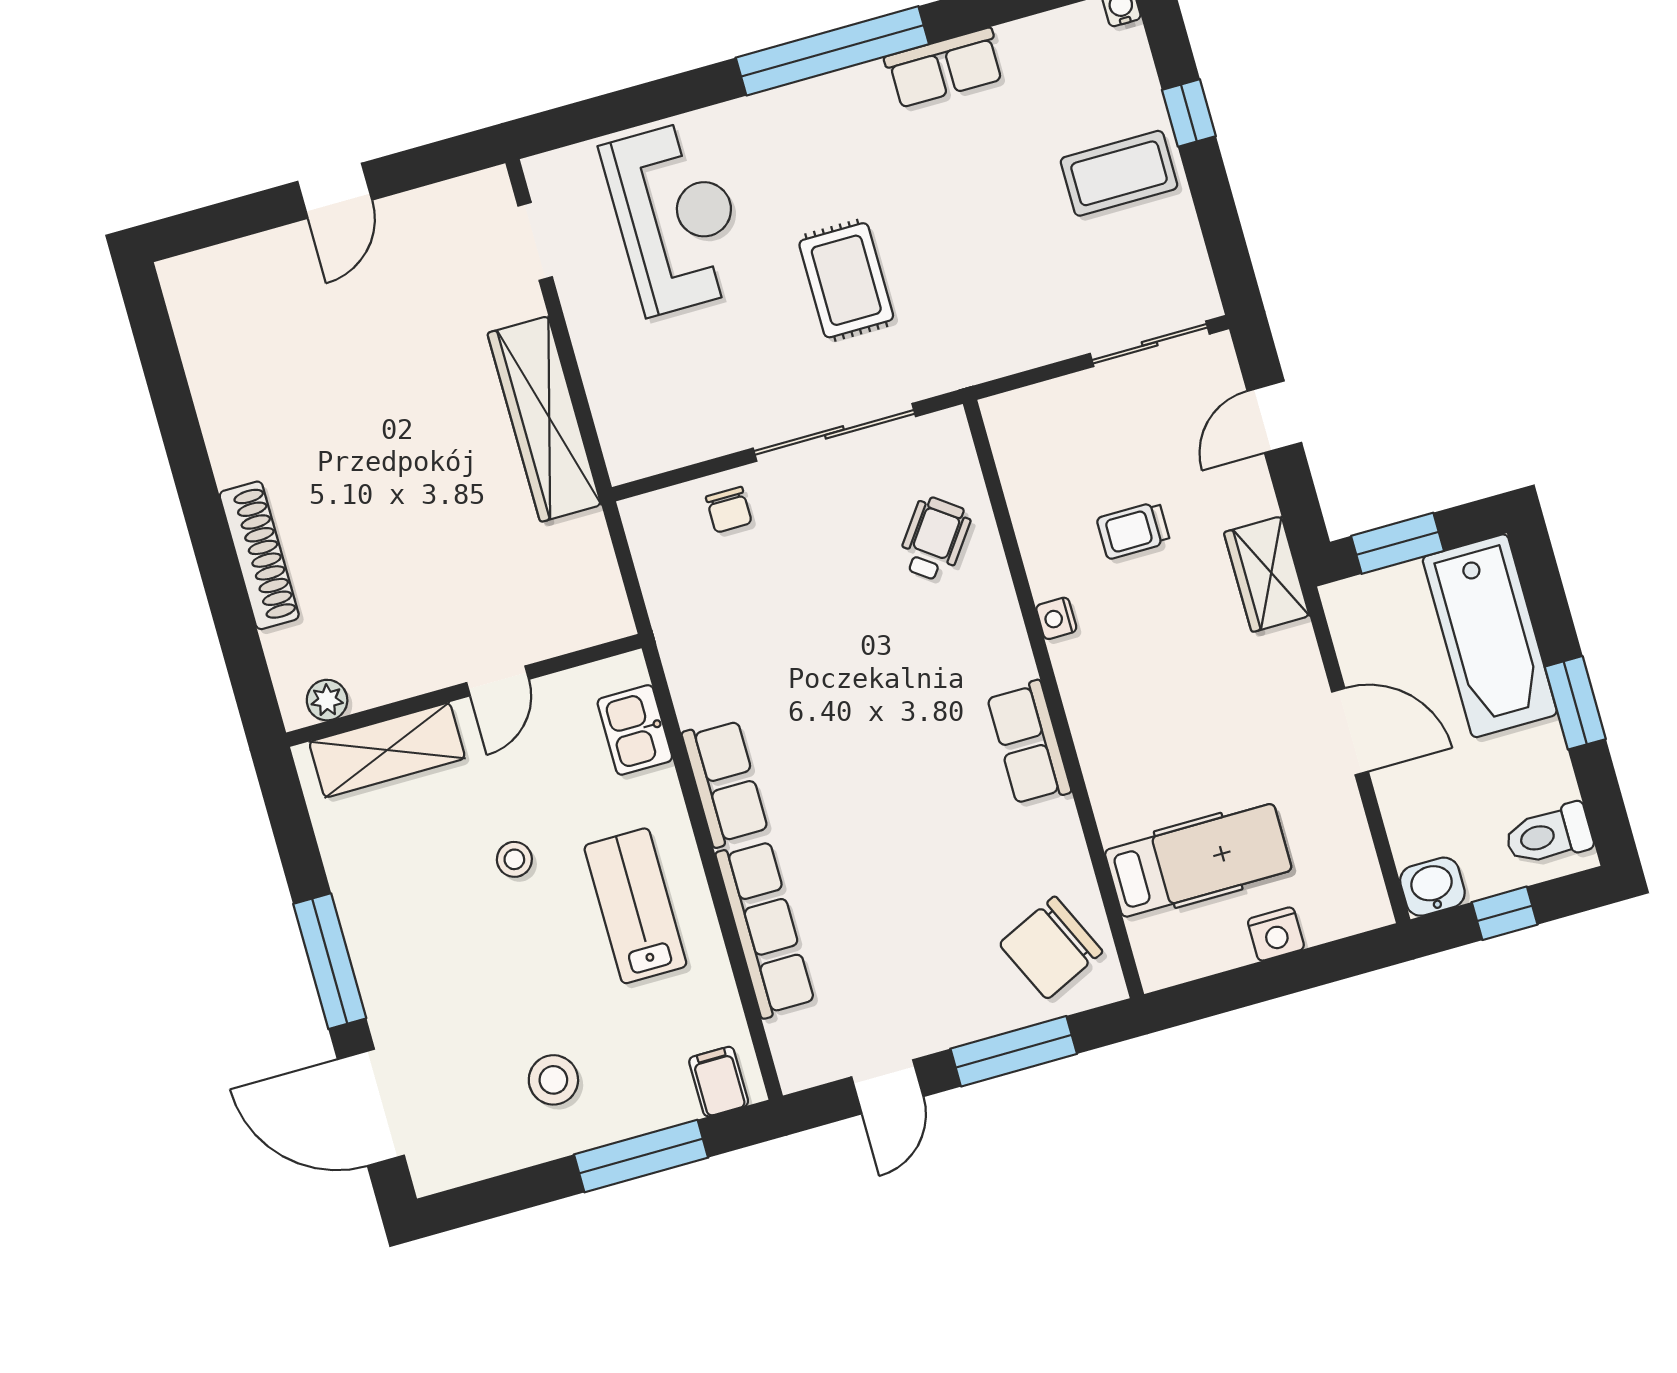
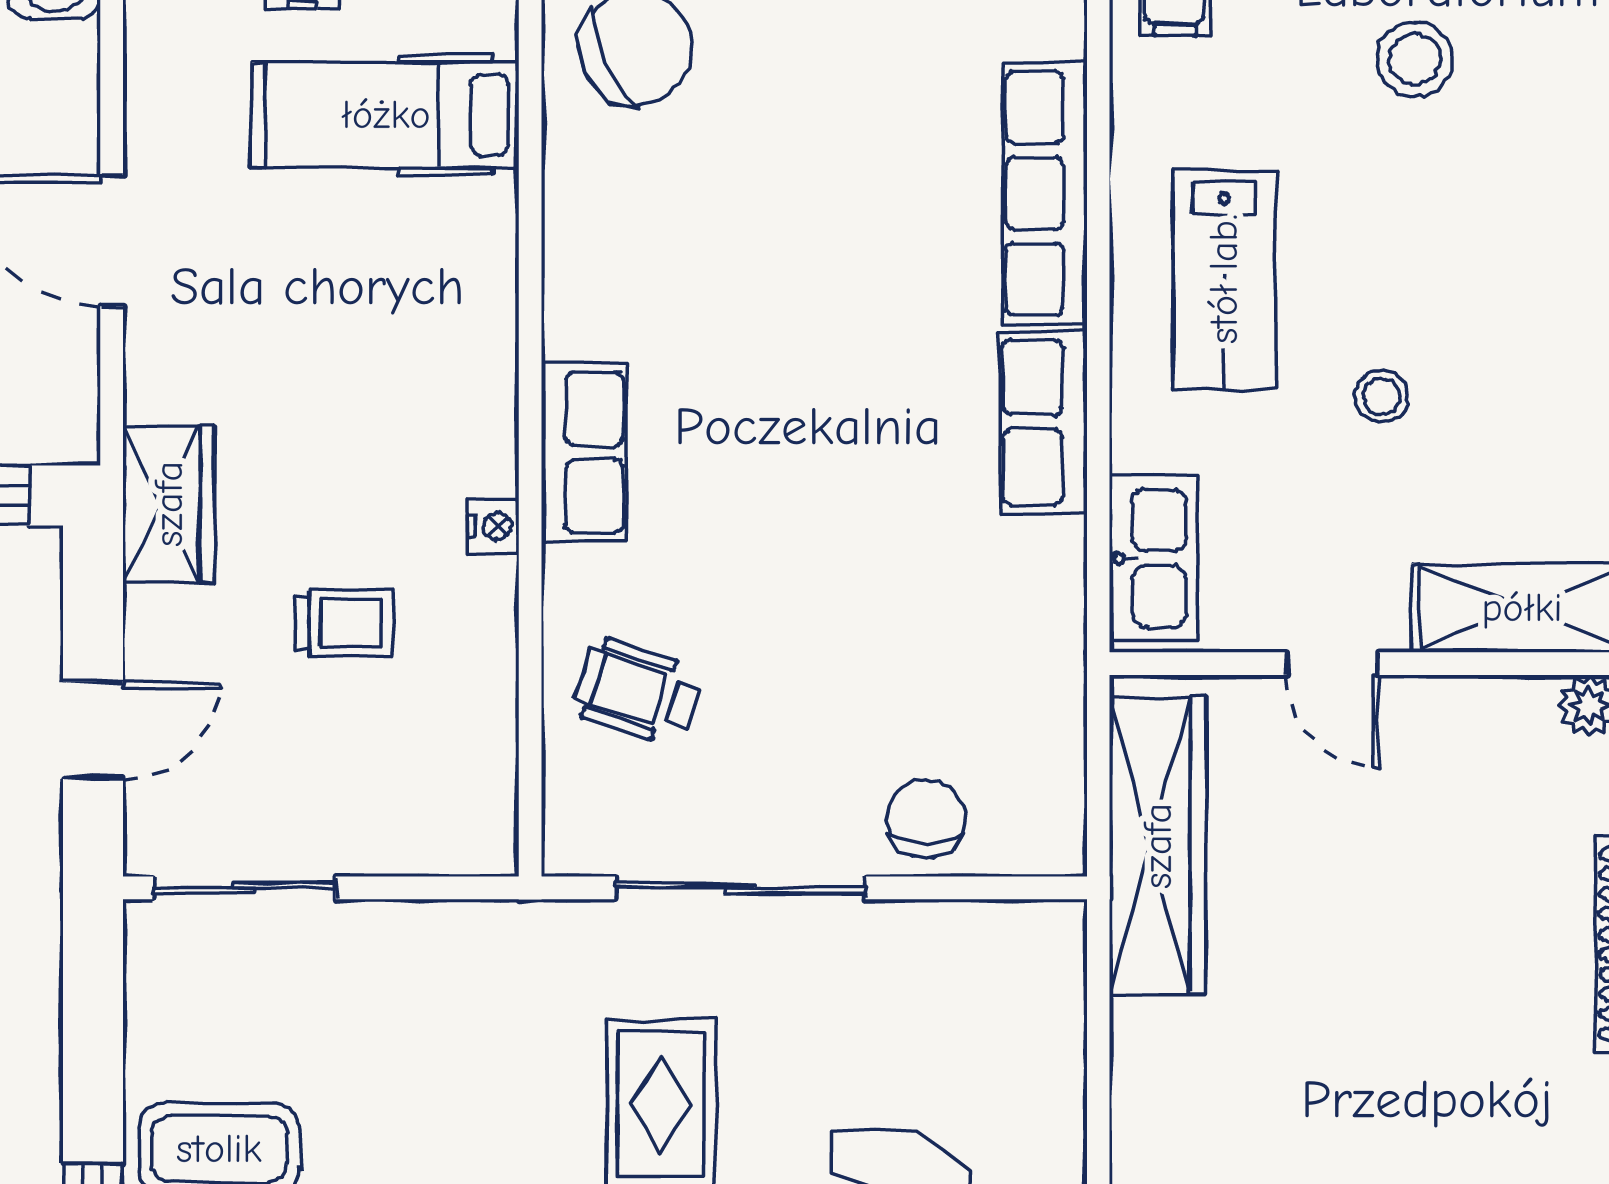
wardrobe: (544, 419) -> (1158, 846), moved
chair: (729, 510) -> (926, 818), width x1.37, depth x1.37
wheelchair: (934, 539) -> (638, 692), turned 72
door: (498, 681) -> (1333, 664), swing flipped
kitchen sink: (635, 730) -> (1153, 558), width x1.38
row of seats: (1029, 743) -> (584, 452), moved

